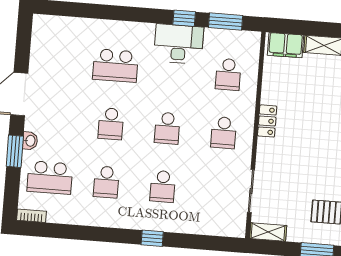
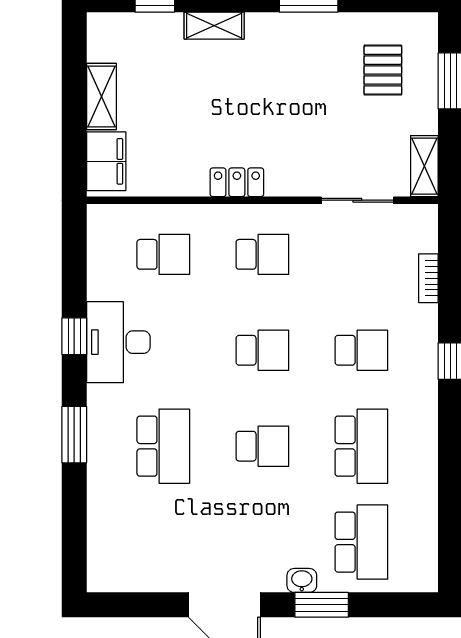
window: (226, 22) -> (74, 435), moved
school desk: (106, 182) -> (361, 446), width x1.85
bookcase: (31, 216) -> (428, 278), moved

